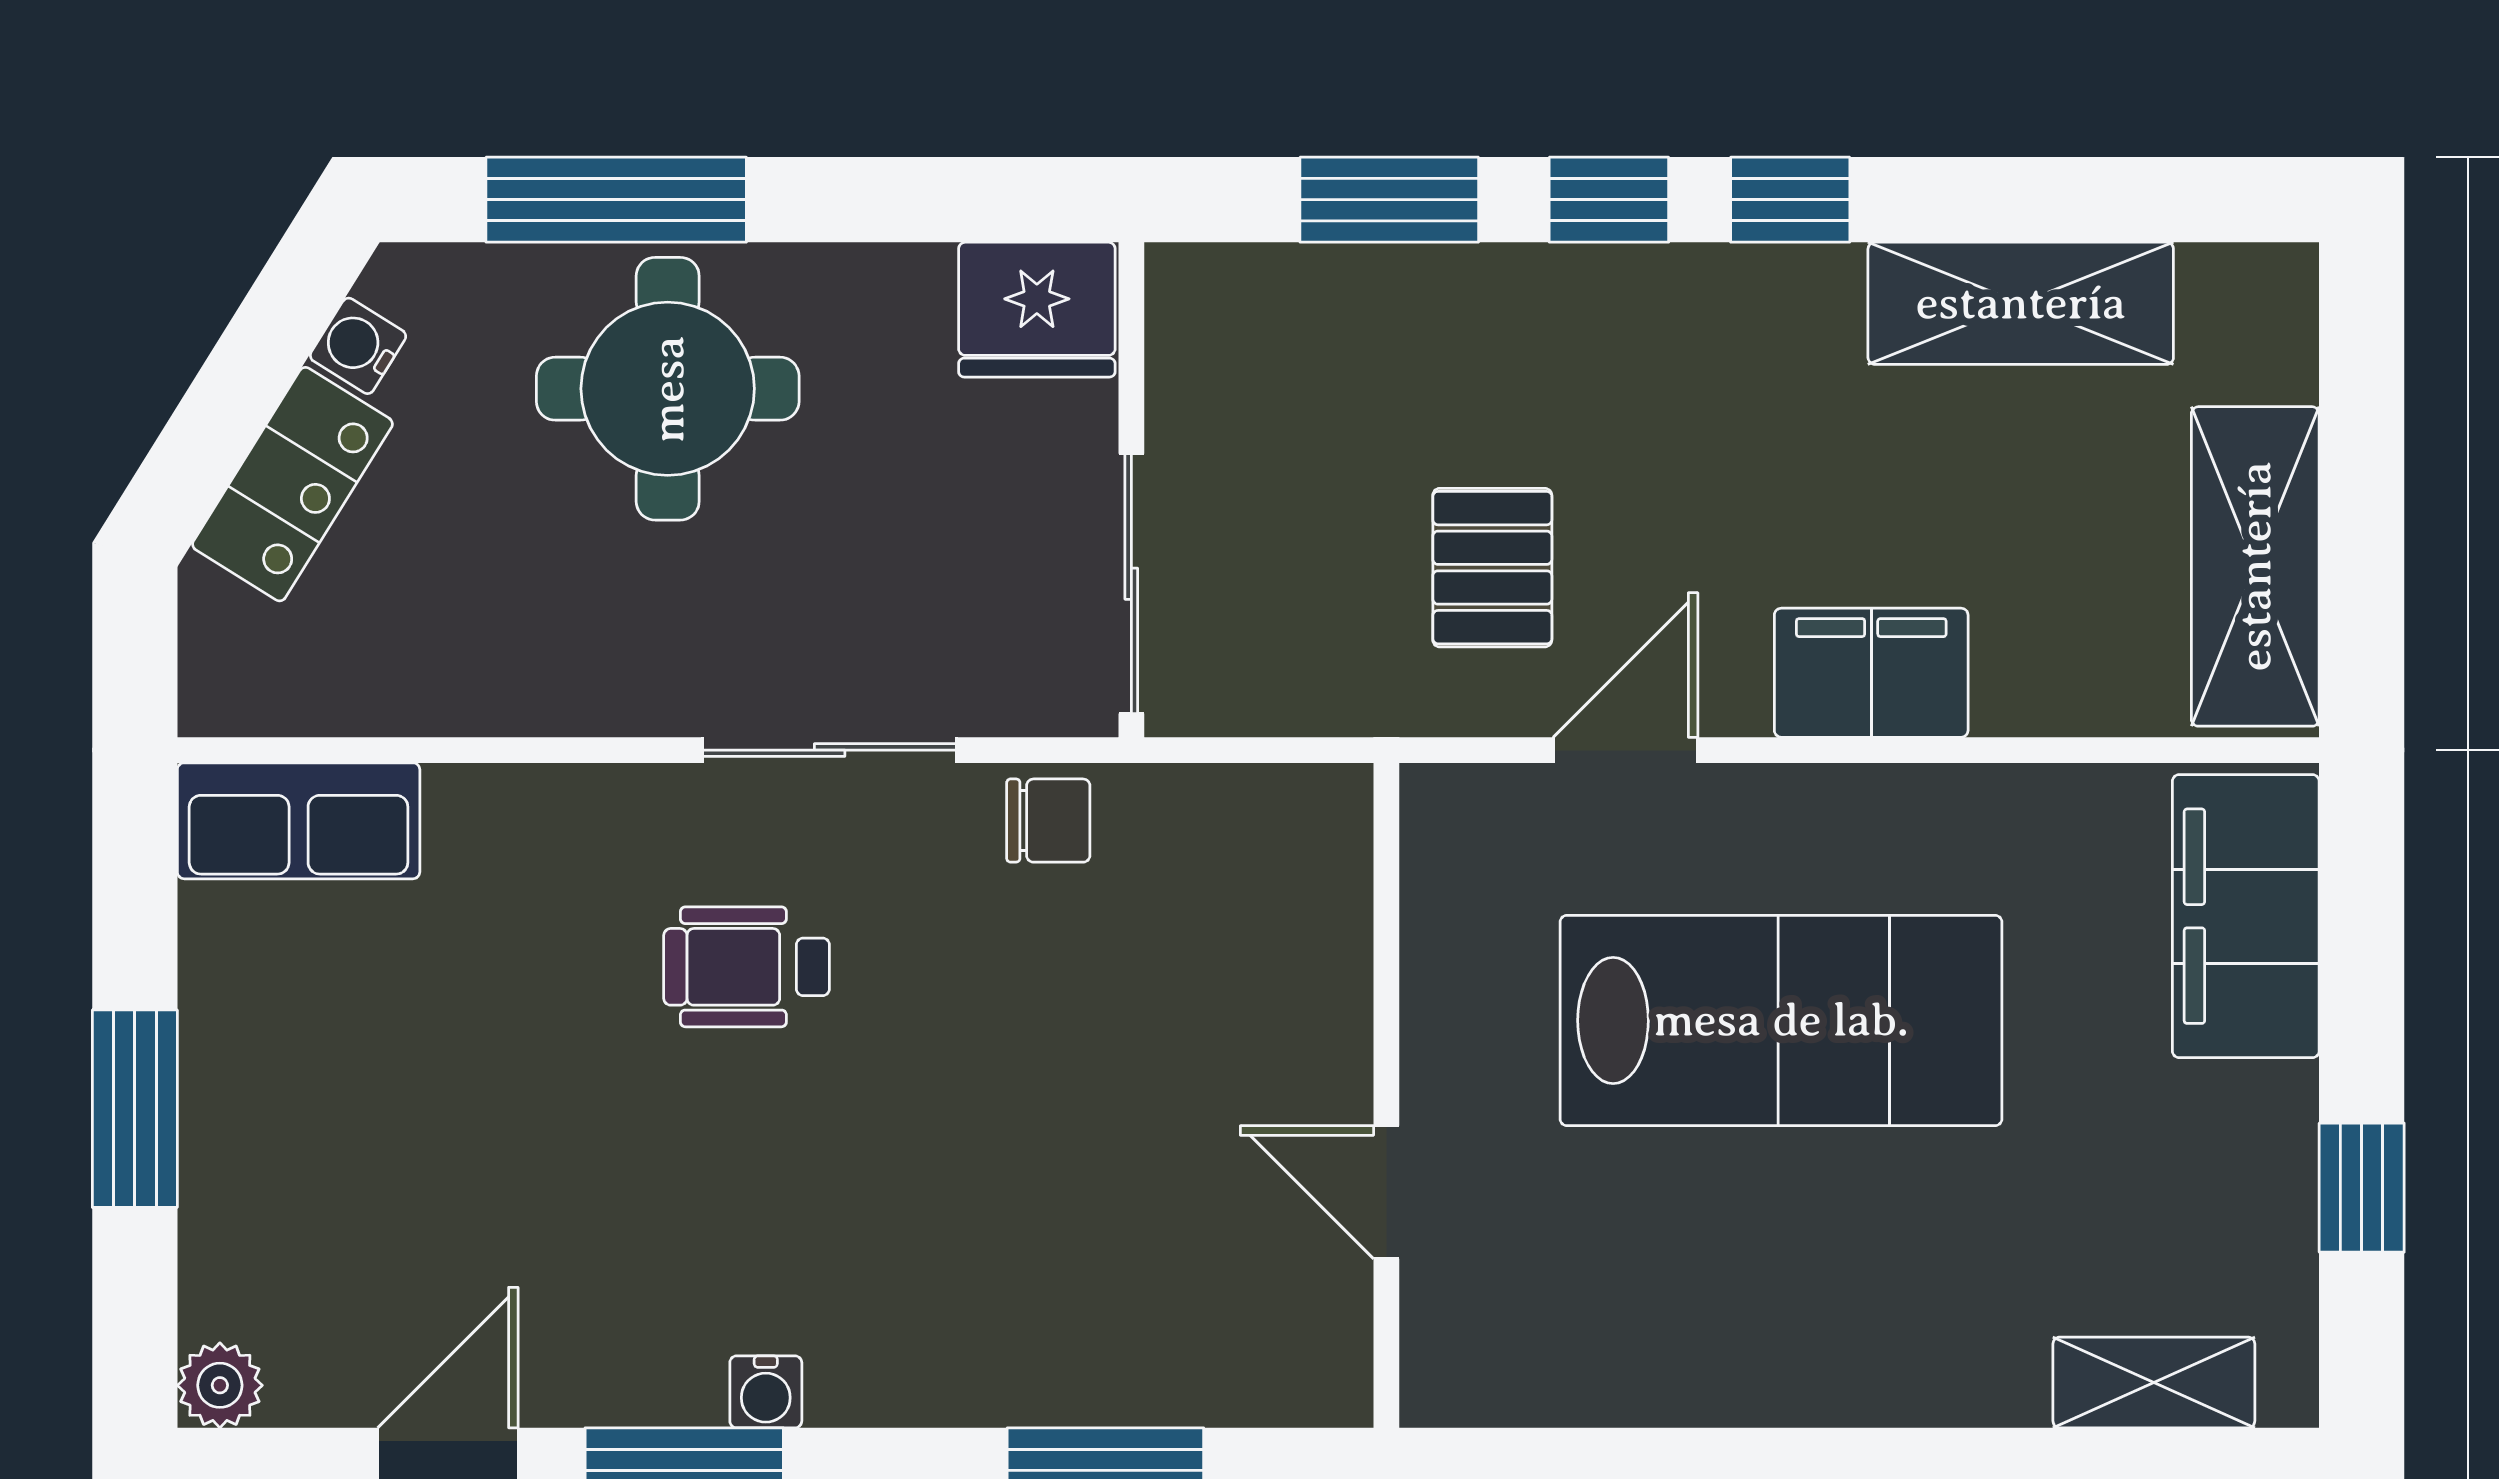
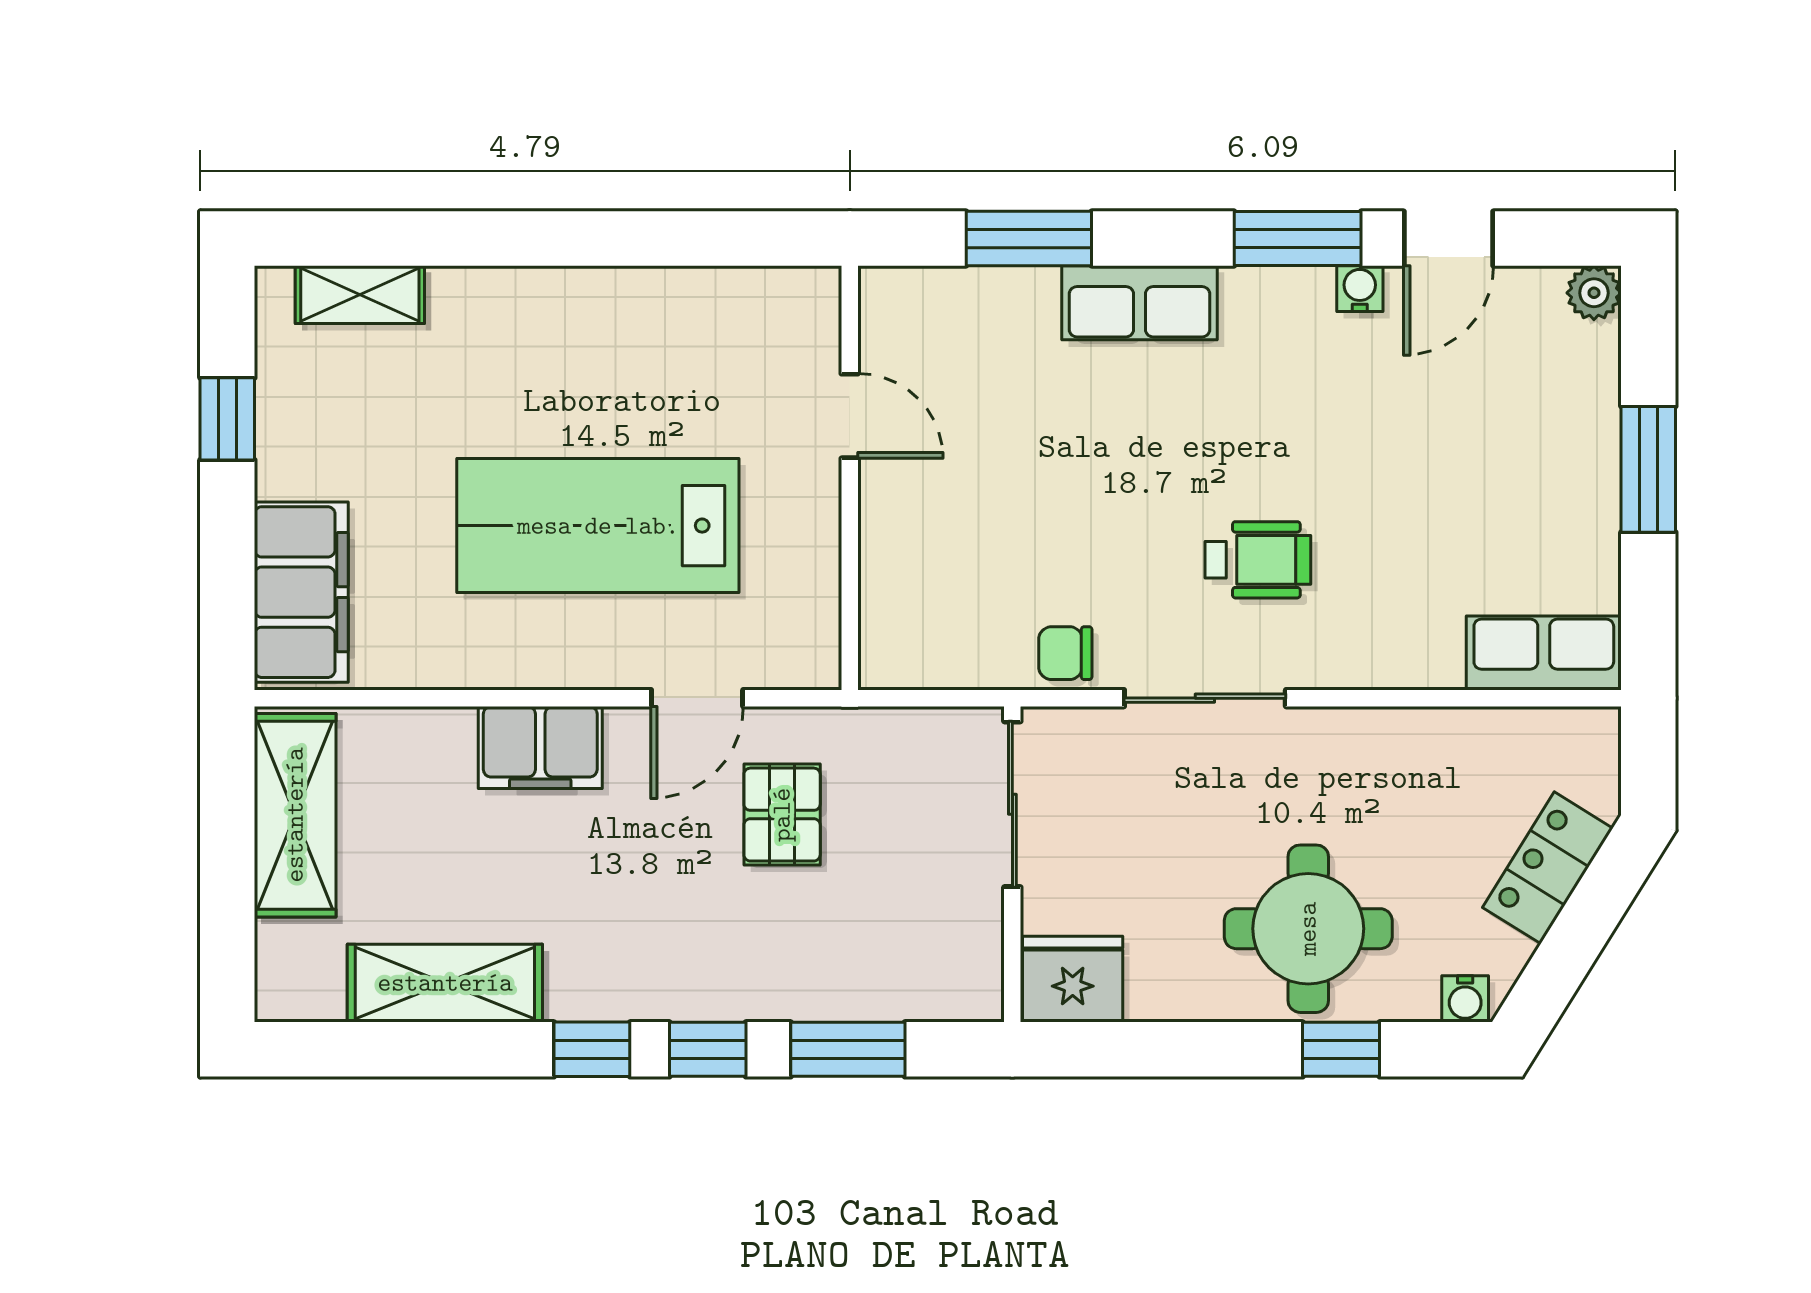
window: (616, 200) -> (1341, 1049), width x0.46
water cooler: (358, 346) -> (1465, 999), moved, turned 58
row of seats: (932, 1370) -> (1140, 303), added
water cooler: (766, 1392) -> (1360, 289), moved

